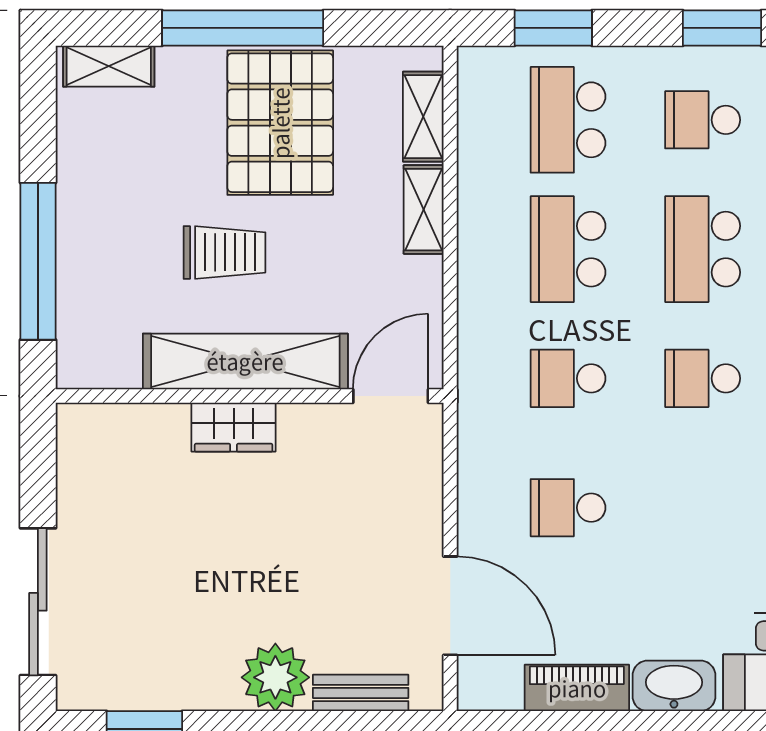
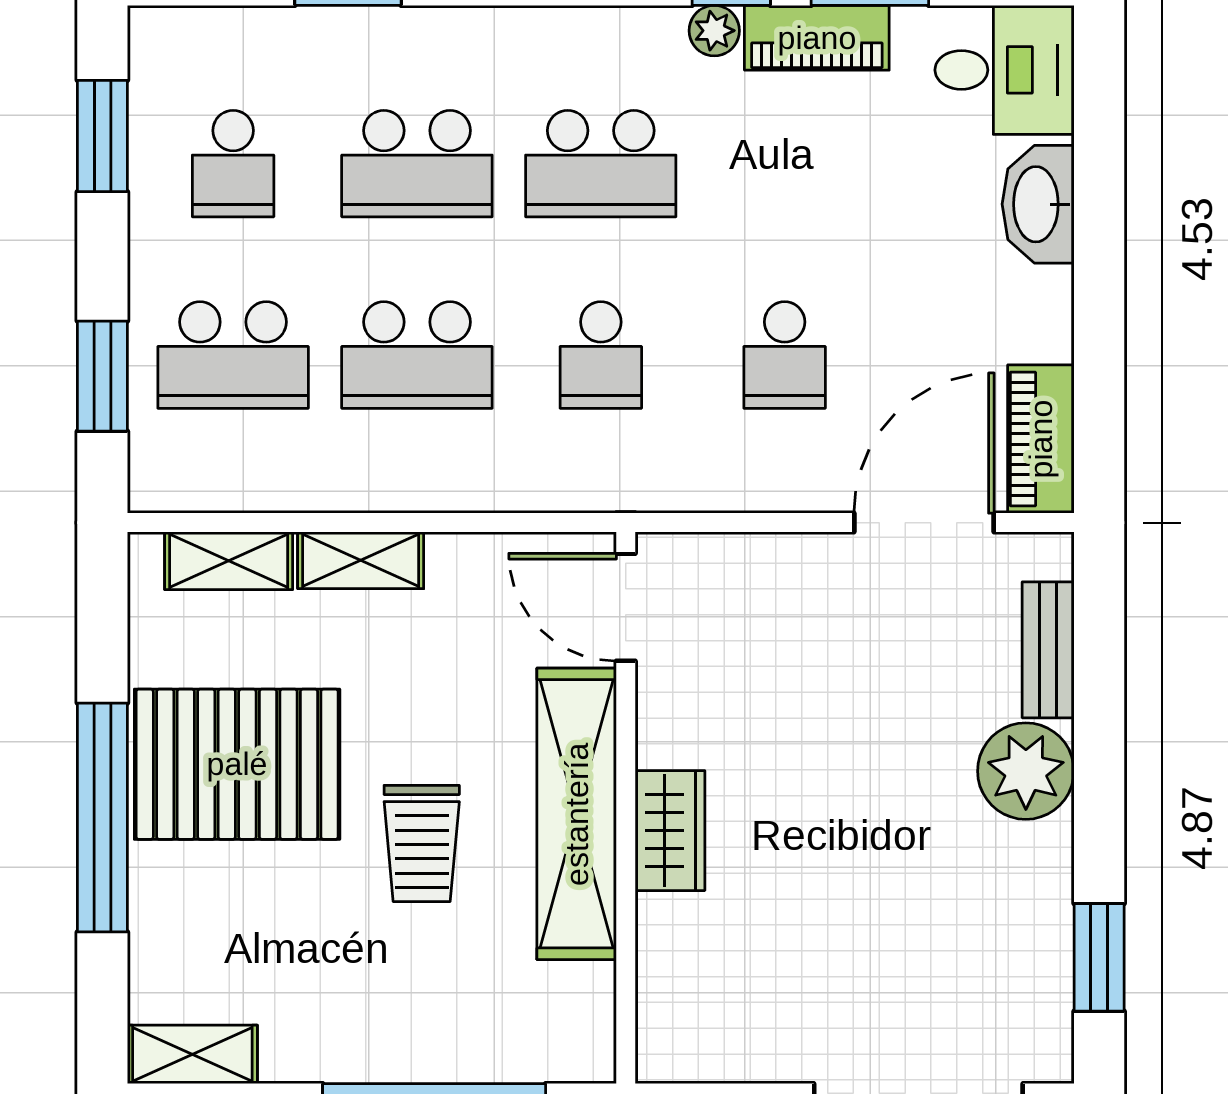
shelving: (109, 66) -> (192, 1054), moved, turned 90
trolley: (224, 252) -> (422, 843), turned 180
school desk: (703, 378) -> (601, 164), width x1.85
piano: (577, 688) -> (1041, 439), moved

